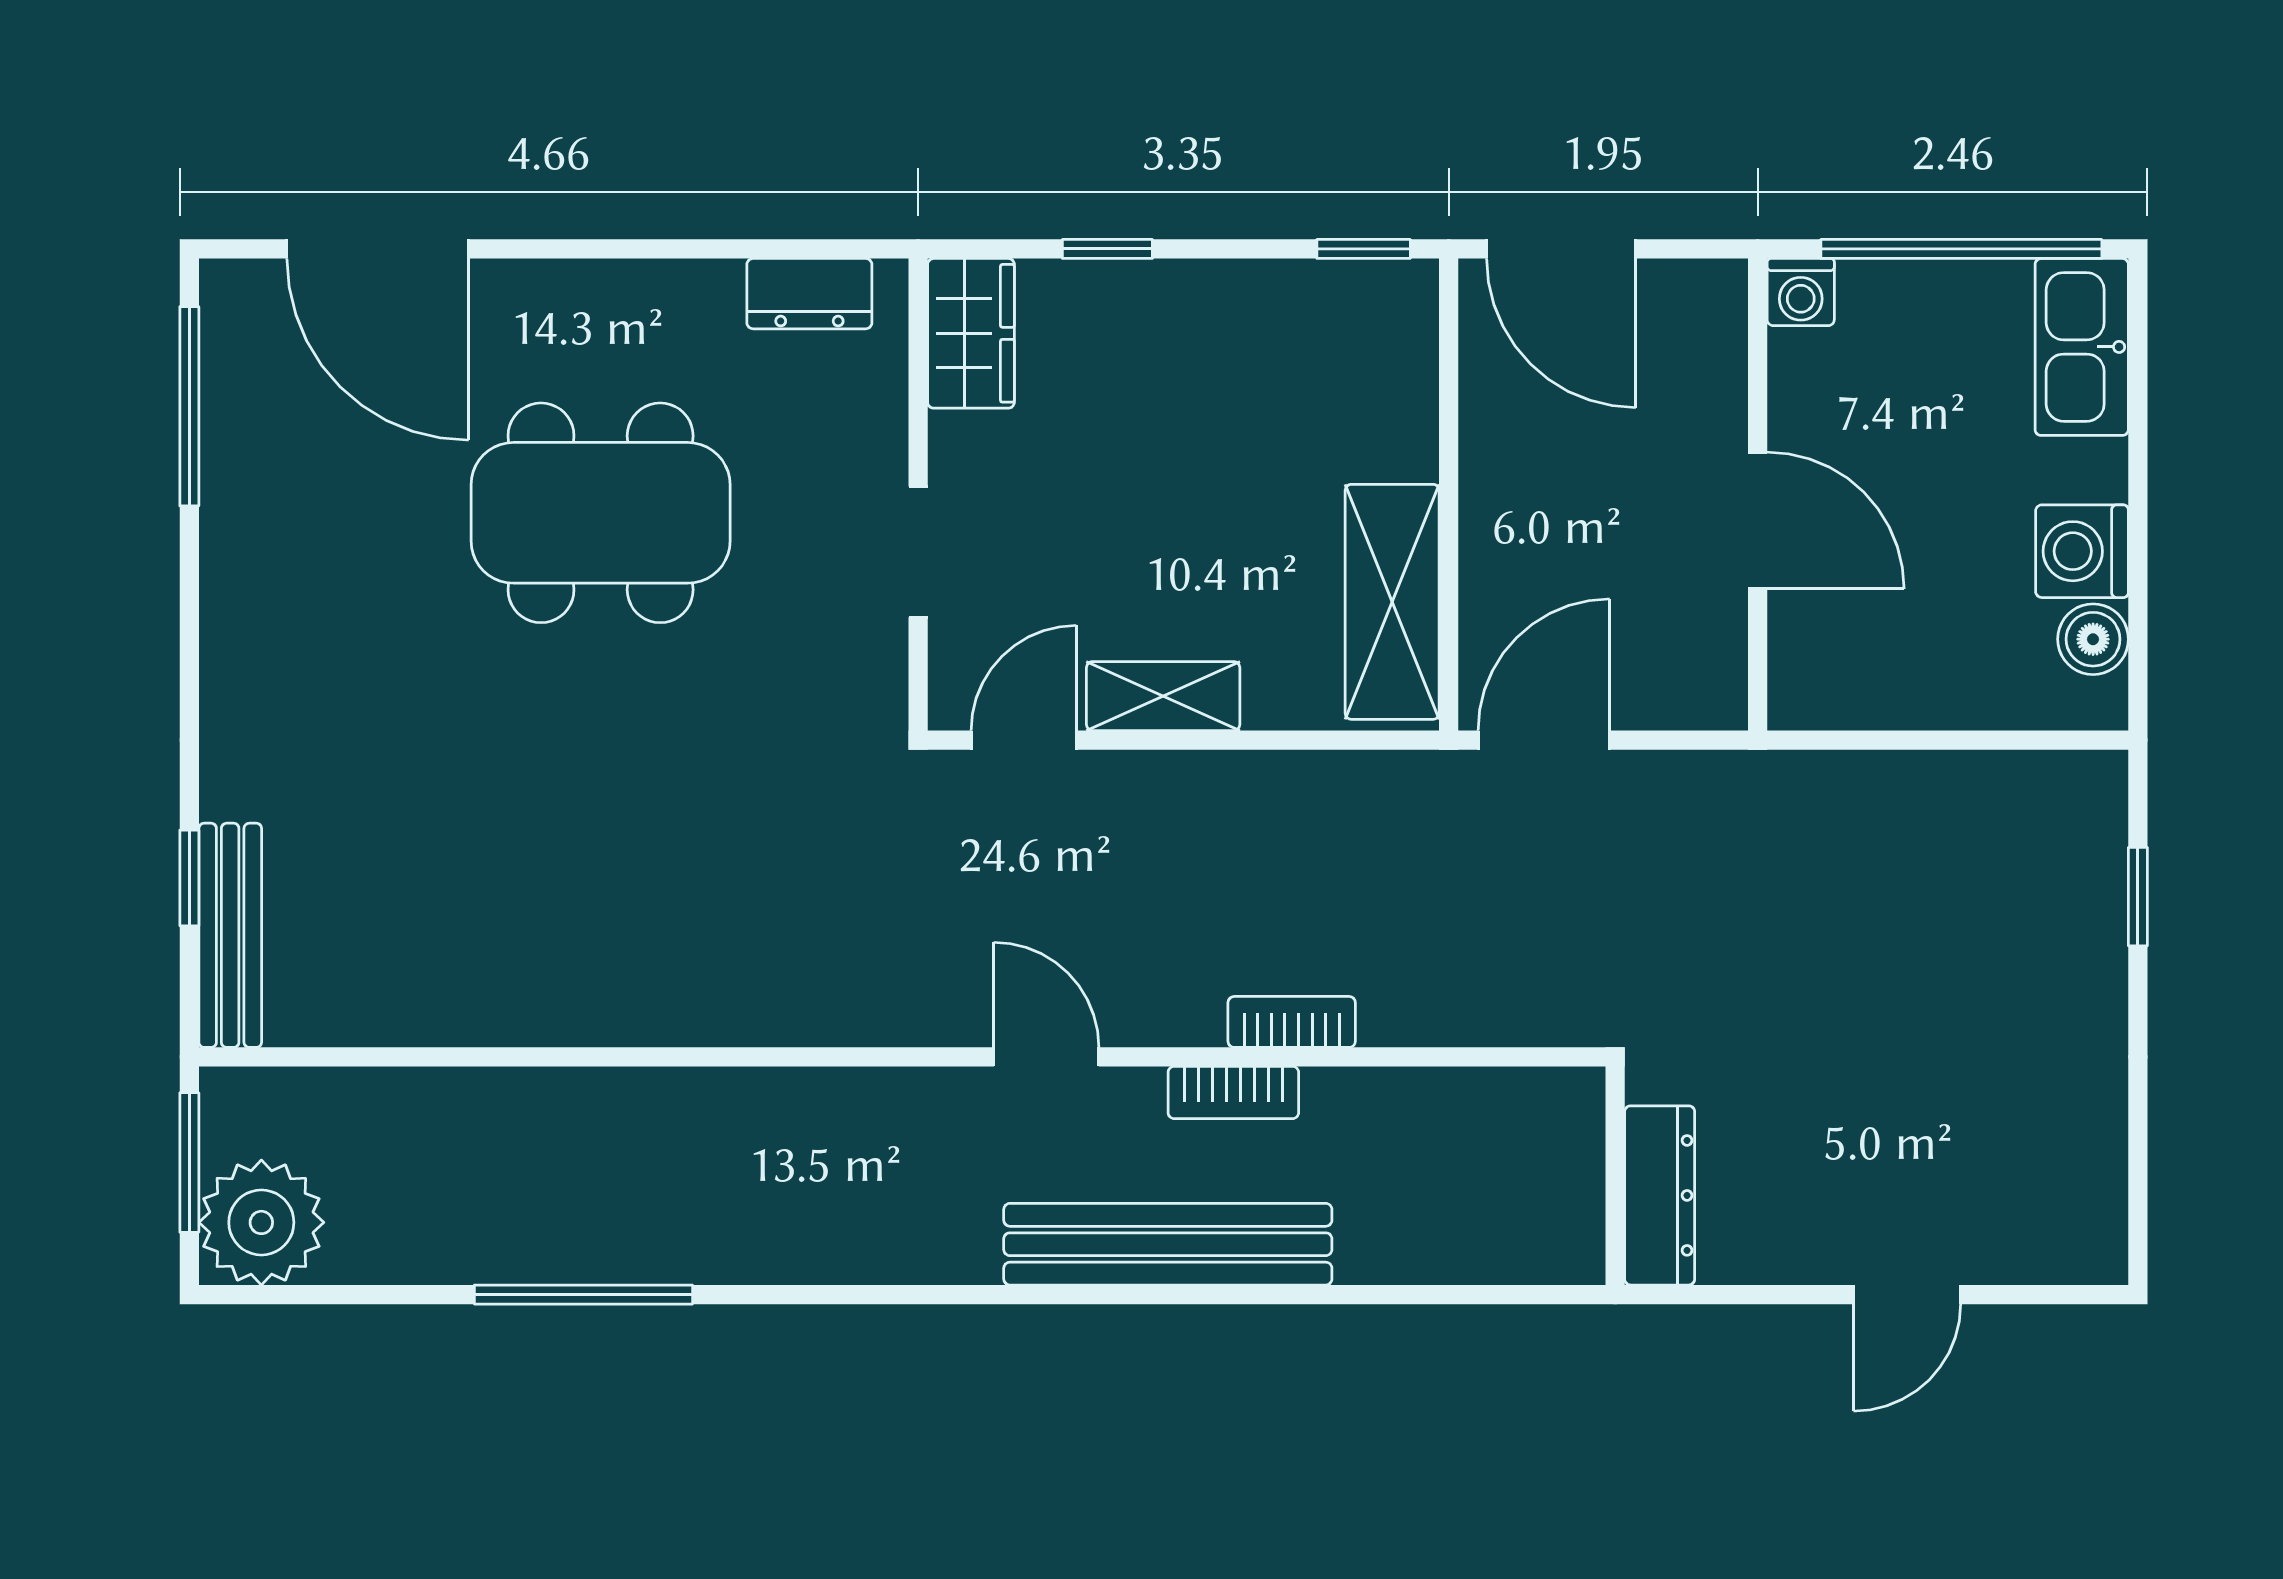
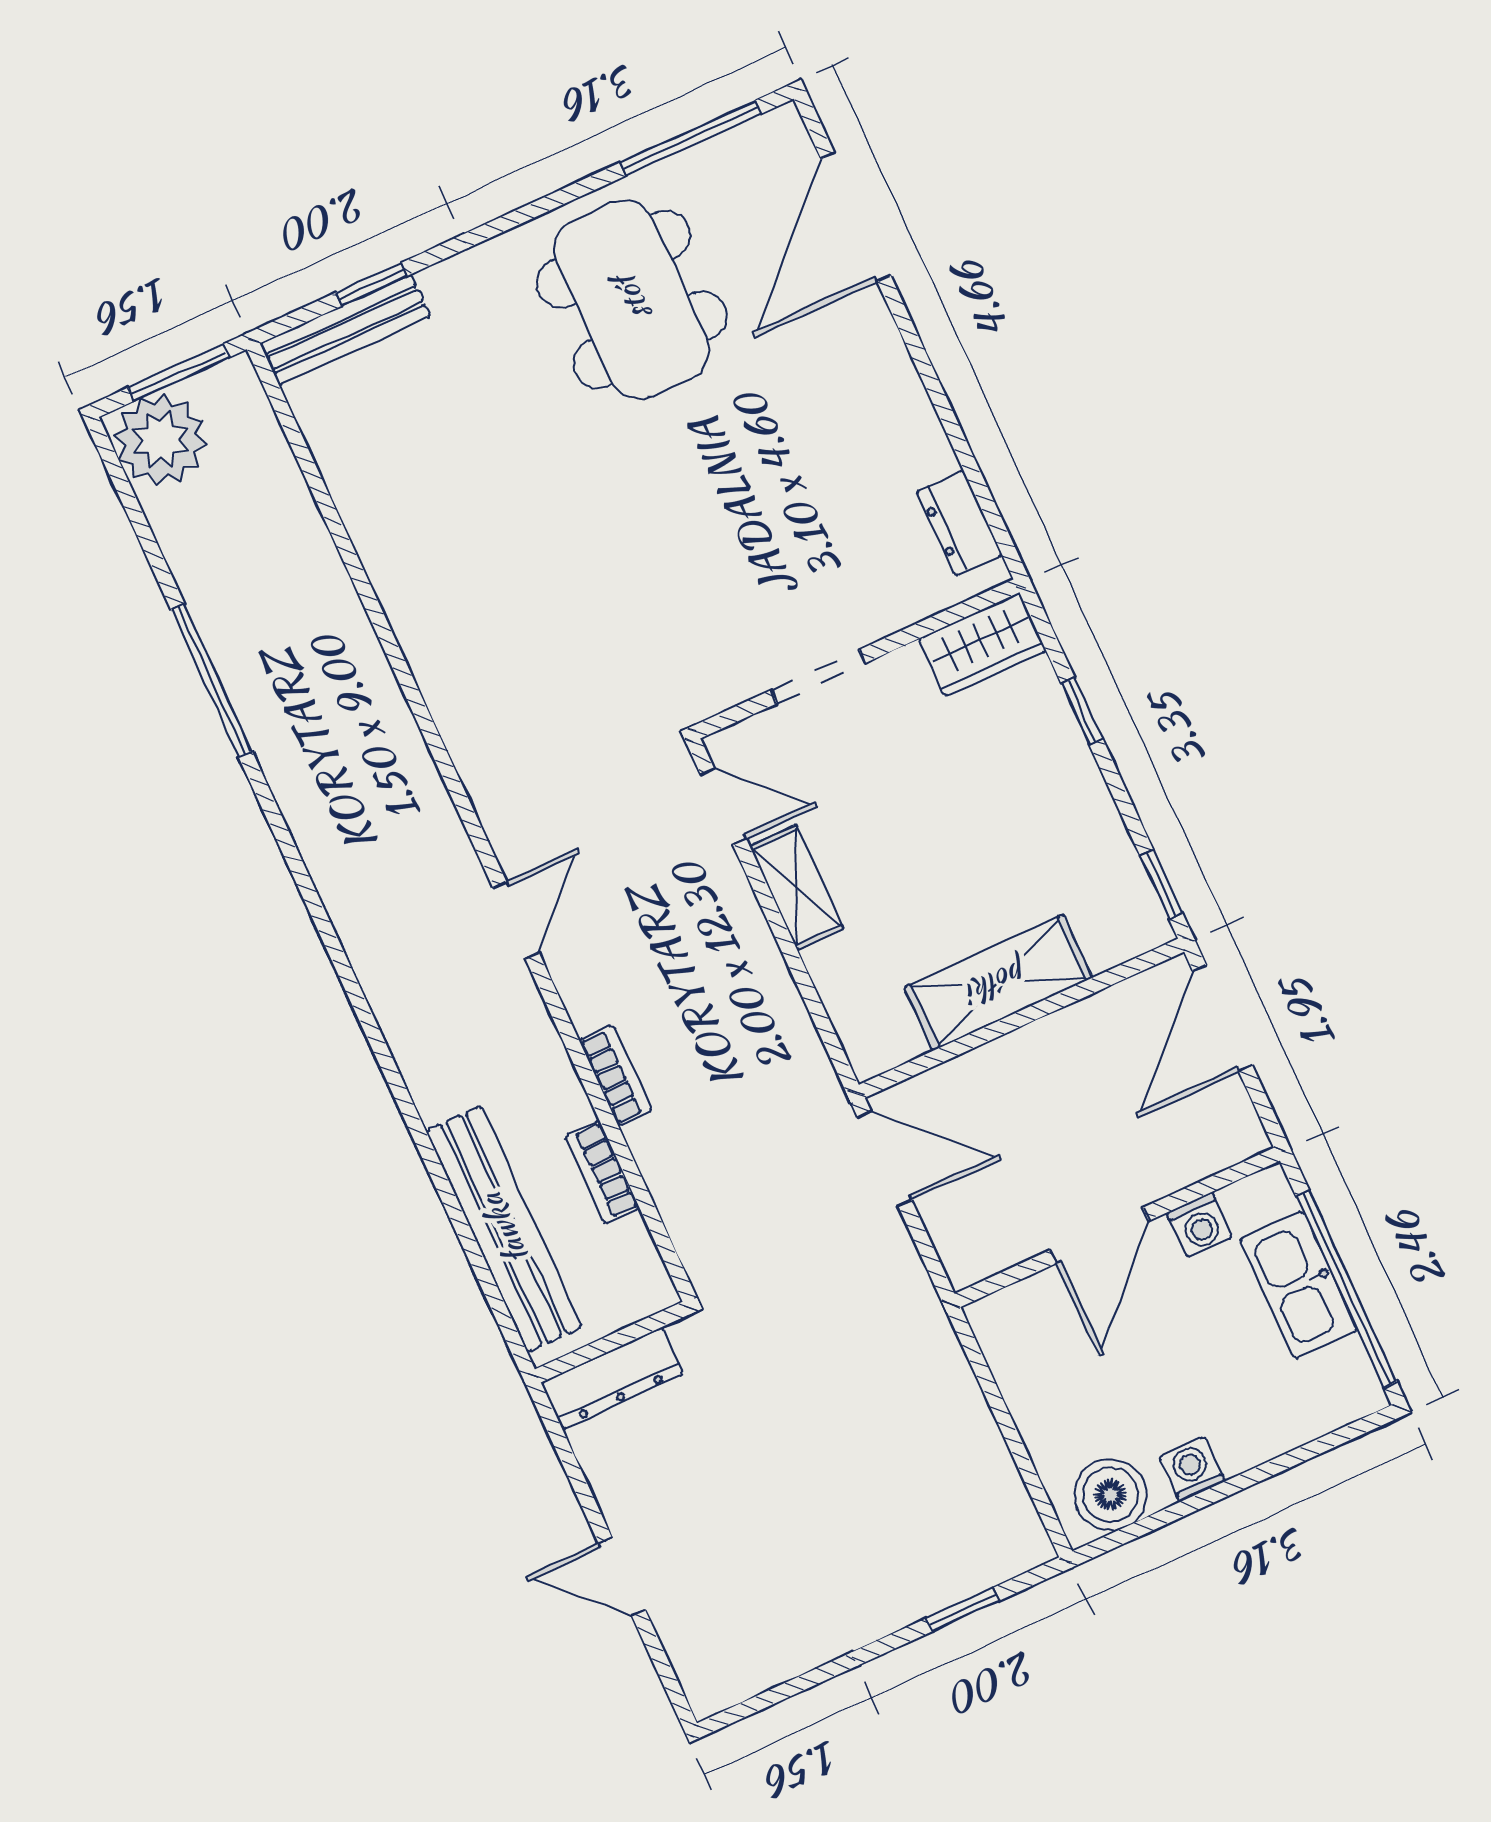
washing machine: (1801, 292) -> (1200, 1225), moved, turned -90
kitchen sink: (2082, 347) -> (1299, 1285), moved, turned -90
dining table: (601, 513) -> (632, 299), moved
washing machine: (2082, 551) -> (1192, 1469), width x0.73, depth x0.73
shelving: (1392, 602) -> (998, 982), moved
boiler: (2093, 639) -> (1110, 1495), width x1.36, depth x1.36
bookcase: (1233, 1093) -> (602, 1172), moved
bench: (1168, 1244) -> (504, 1229), moved

